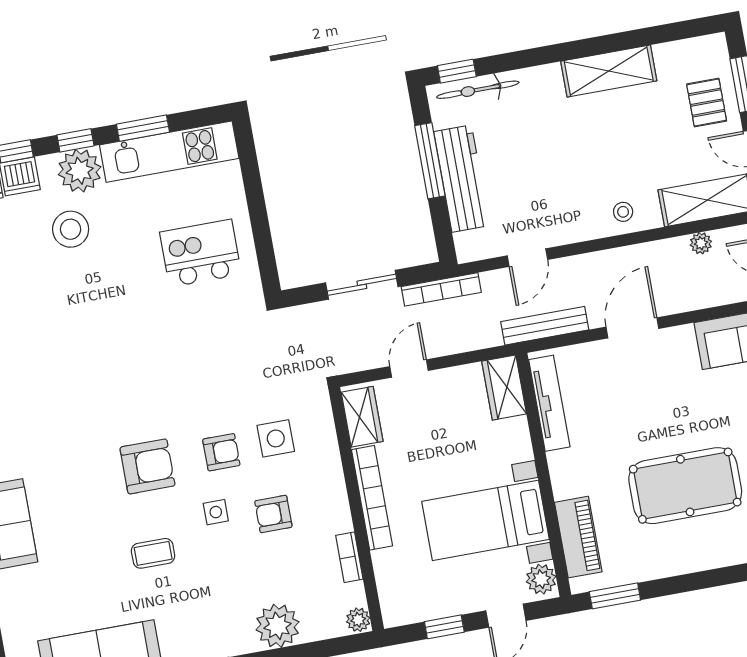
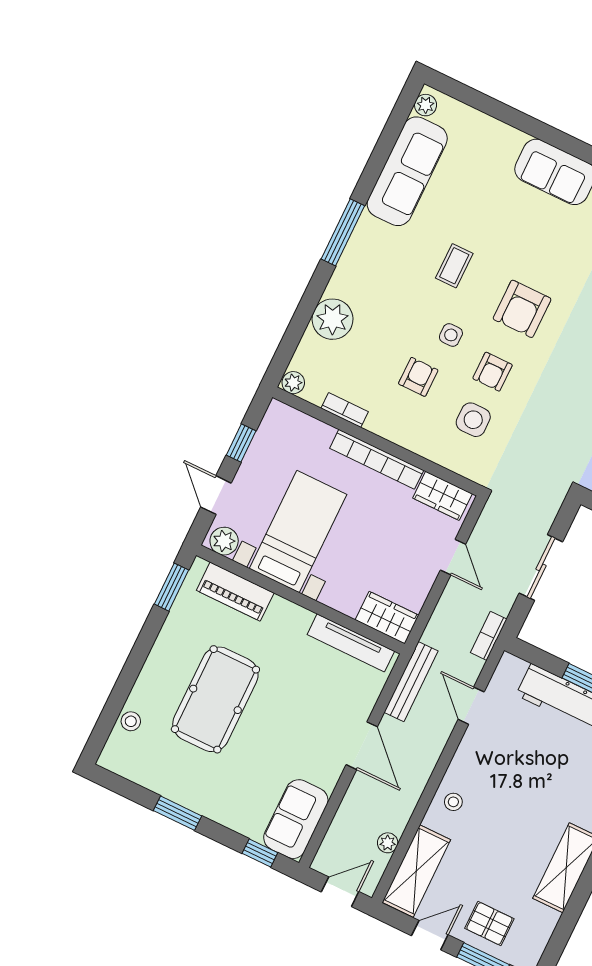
bookcase: (441, 289) -> (489, 636), width x0.64

